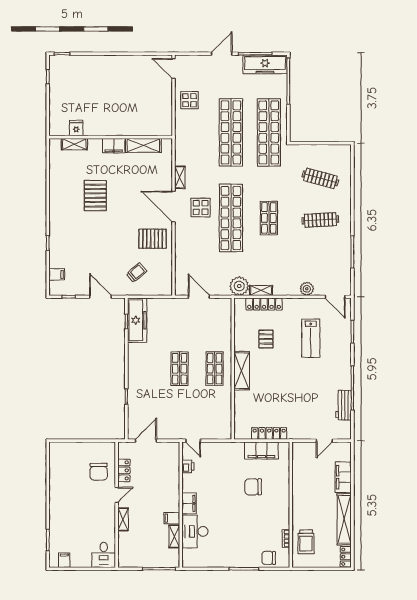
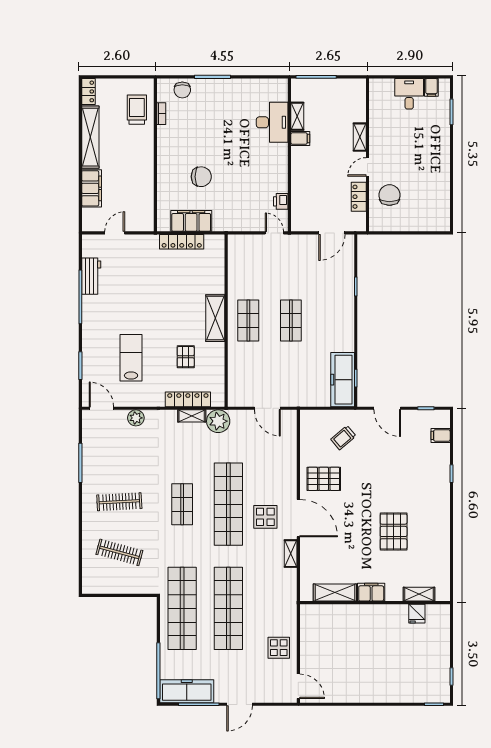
filing cabinet: (189, 503) -> (279, 156), removed
desk: (104, 555) -> (409, 94), moved
chair: (269, 558) -> (182, 90), turned 90

